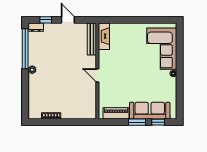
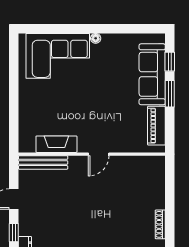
fireplace: (104, 36) -> (56, 144), moved

